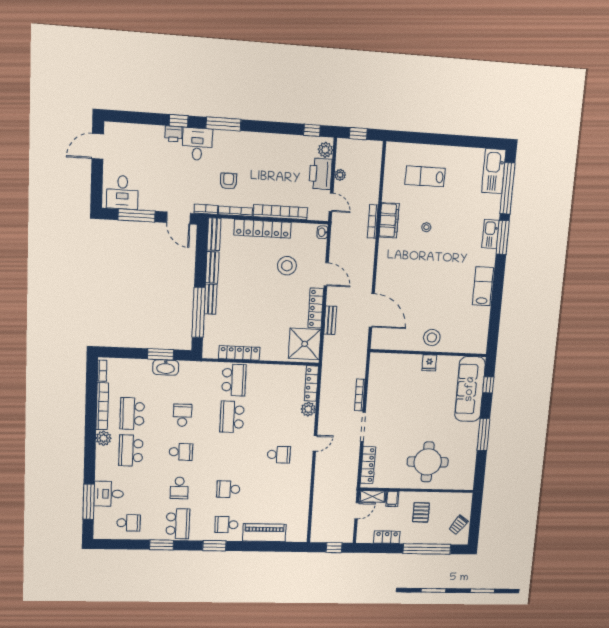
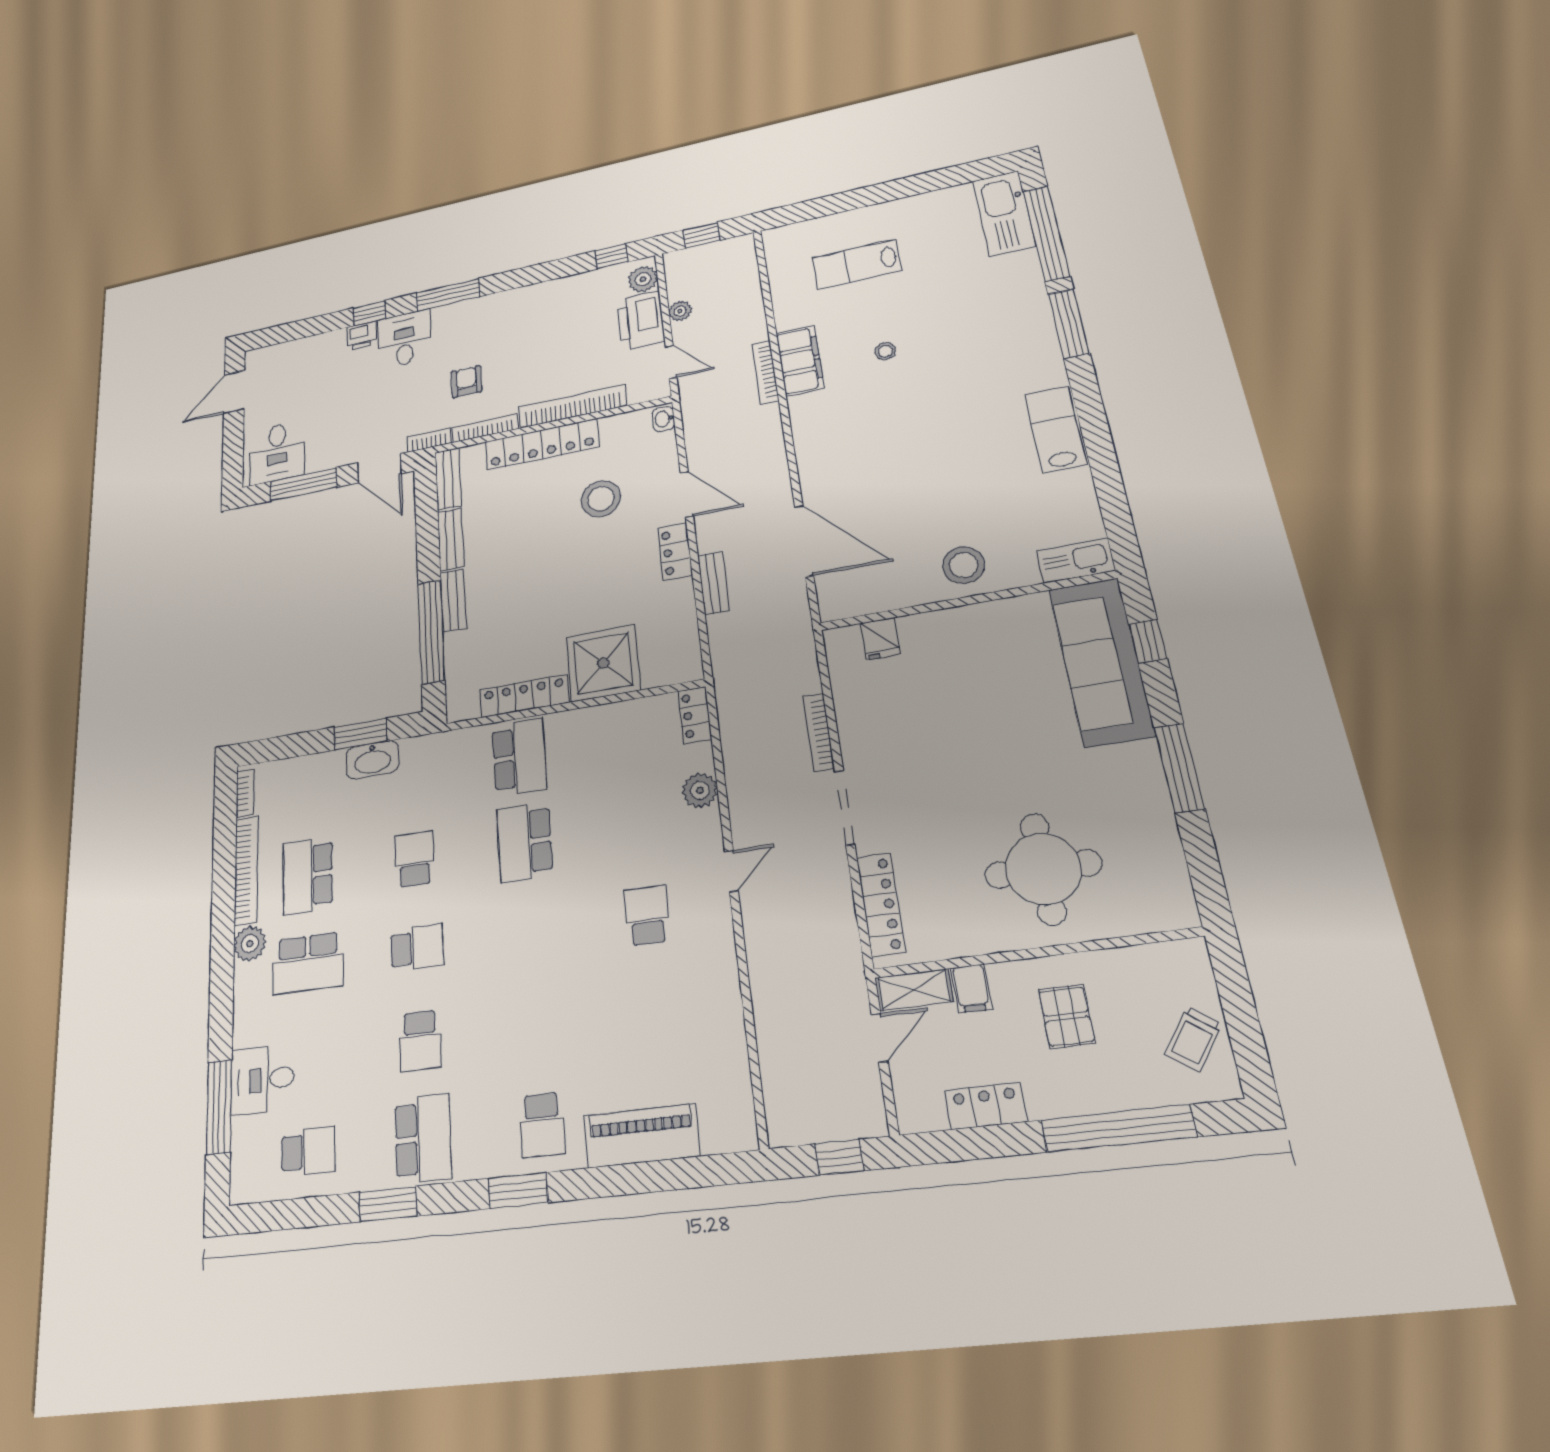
kitchen sink: (490, 234) -> (1076, 561), moved, turned 90
locker: (316, 308) -> (675, 552), width x0.66
shower: (305, 344) -> (603, 663), moved
fridge: (429, 363) -> (880, 639), moved
locker: (311, 383) -> (695, 715), width x0.66
school desk: (131, 450) -> (308, 963), turned -90
school desk: (279, 455) -> (647, 915), turned -90
school desk: (228, 489) -> (536, 1026), removed
school desk: (226, 525) -> (542, 1125), turned -90

